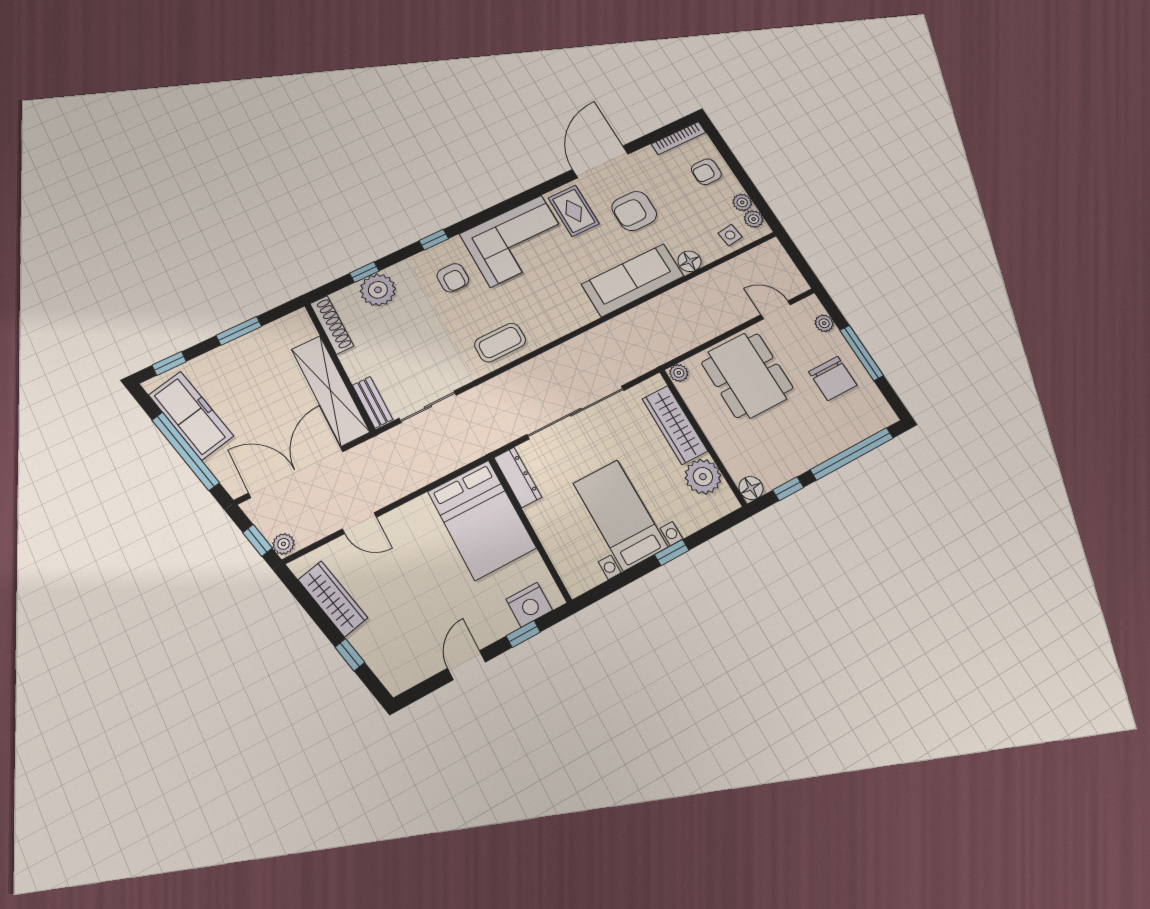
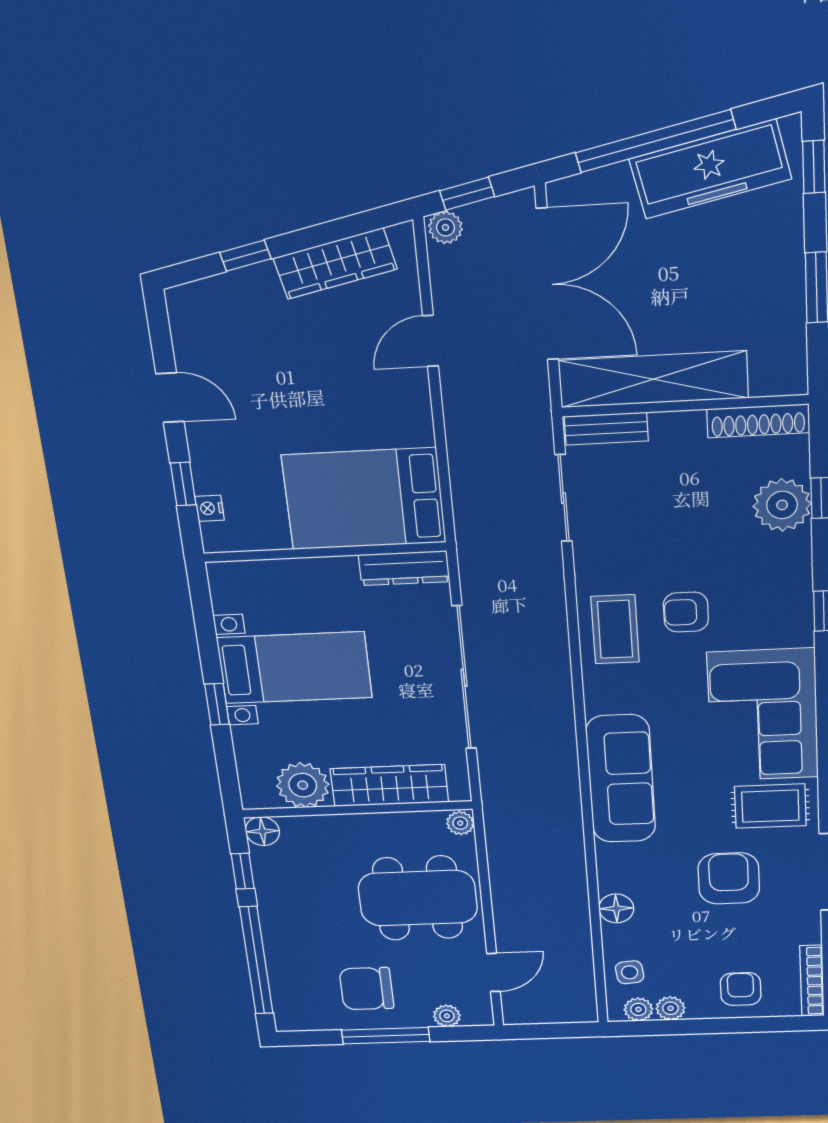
armchair: (453, 278) -> (686, 612), moved
sofa: (633, 280) -> (621, 779), moved
nightstand: (529, 605) -> (210, 508), width x0.53, depth x0.56

